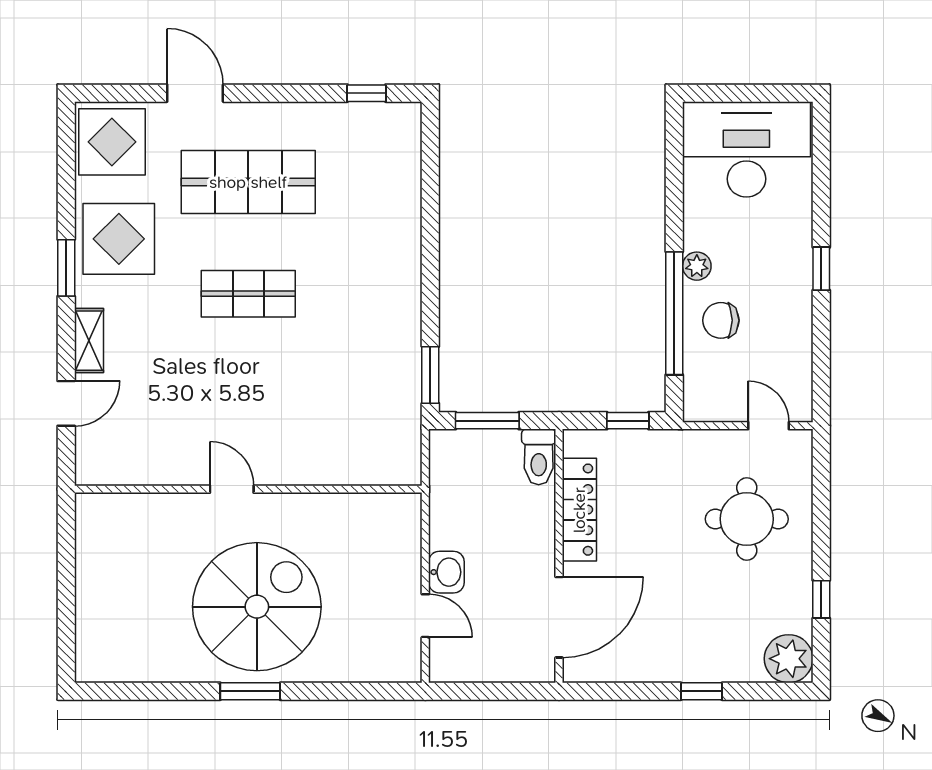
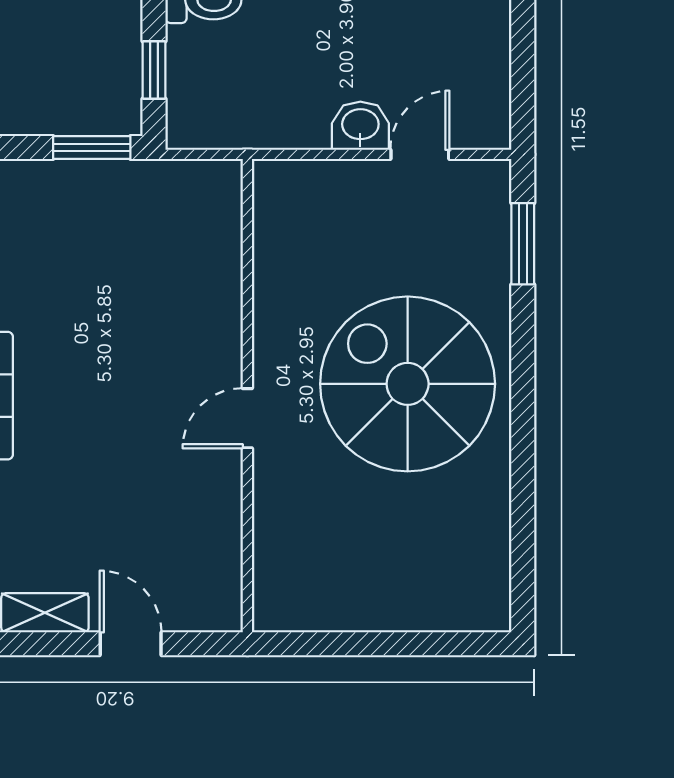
window: (487, 421) -> (154, 70), width x0.67
window: (250, 691) -> (523, 244), moved

